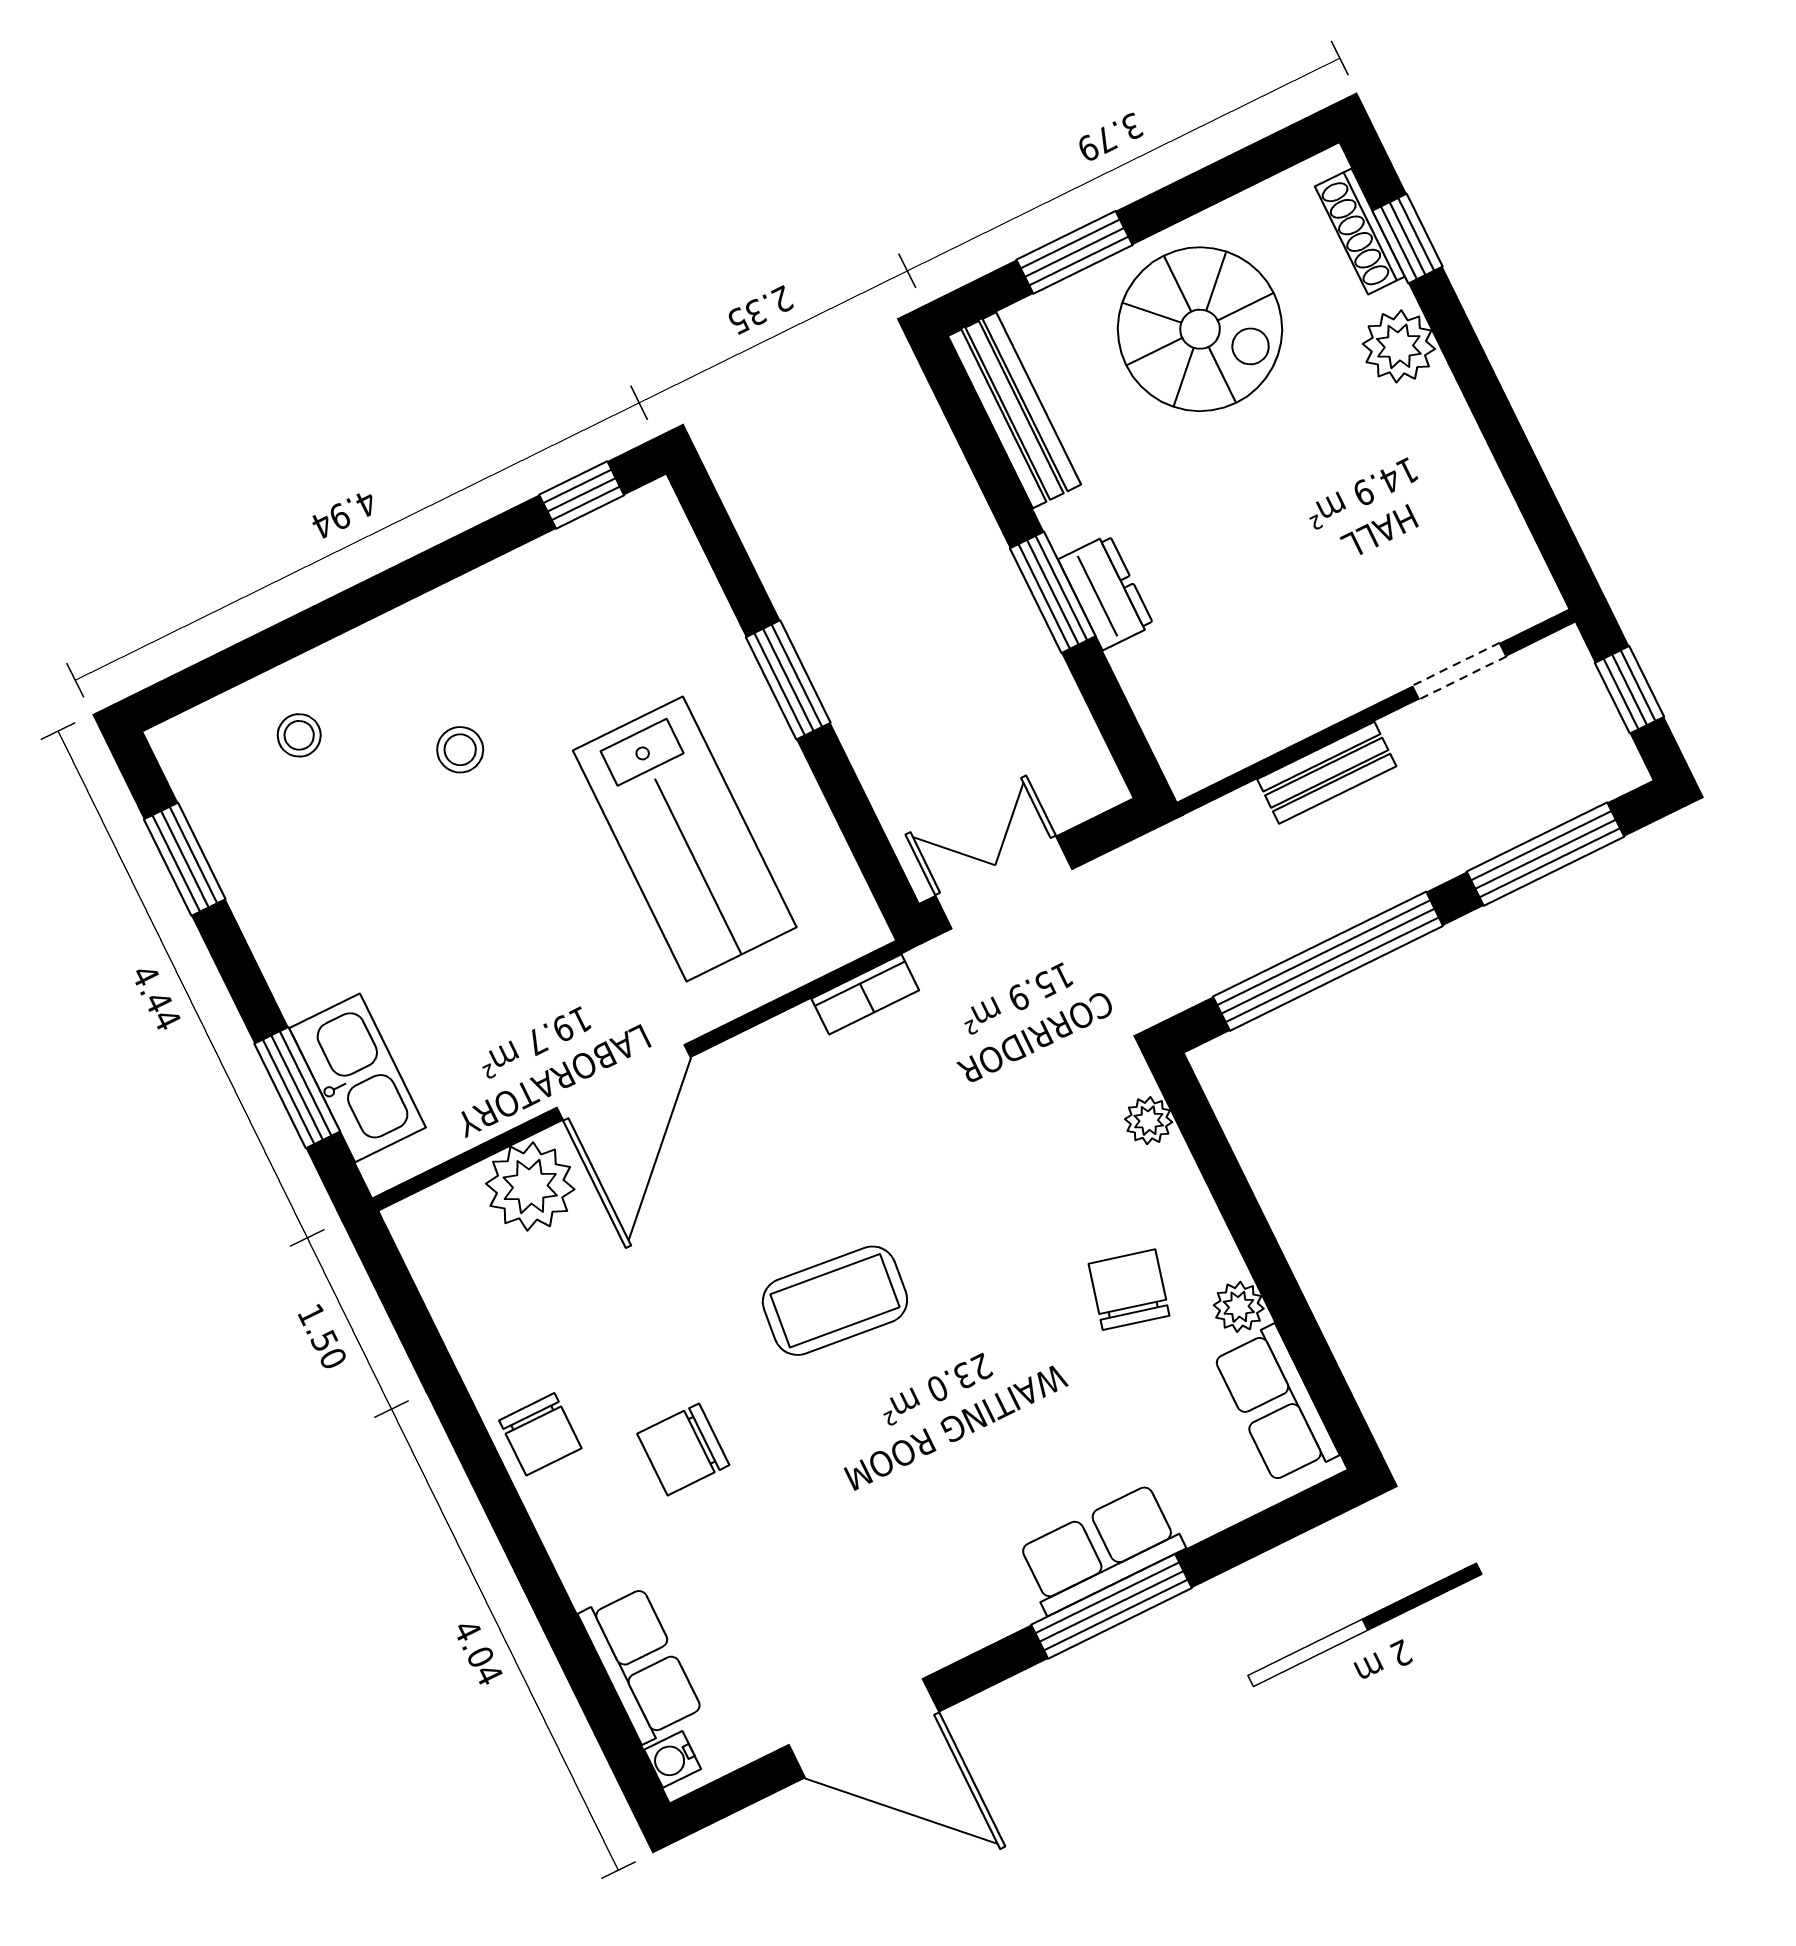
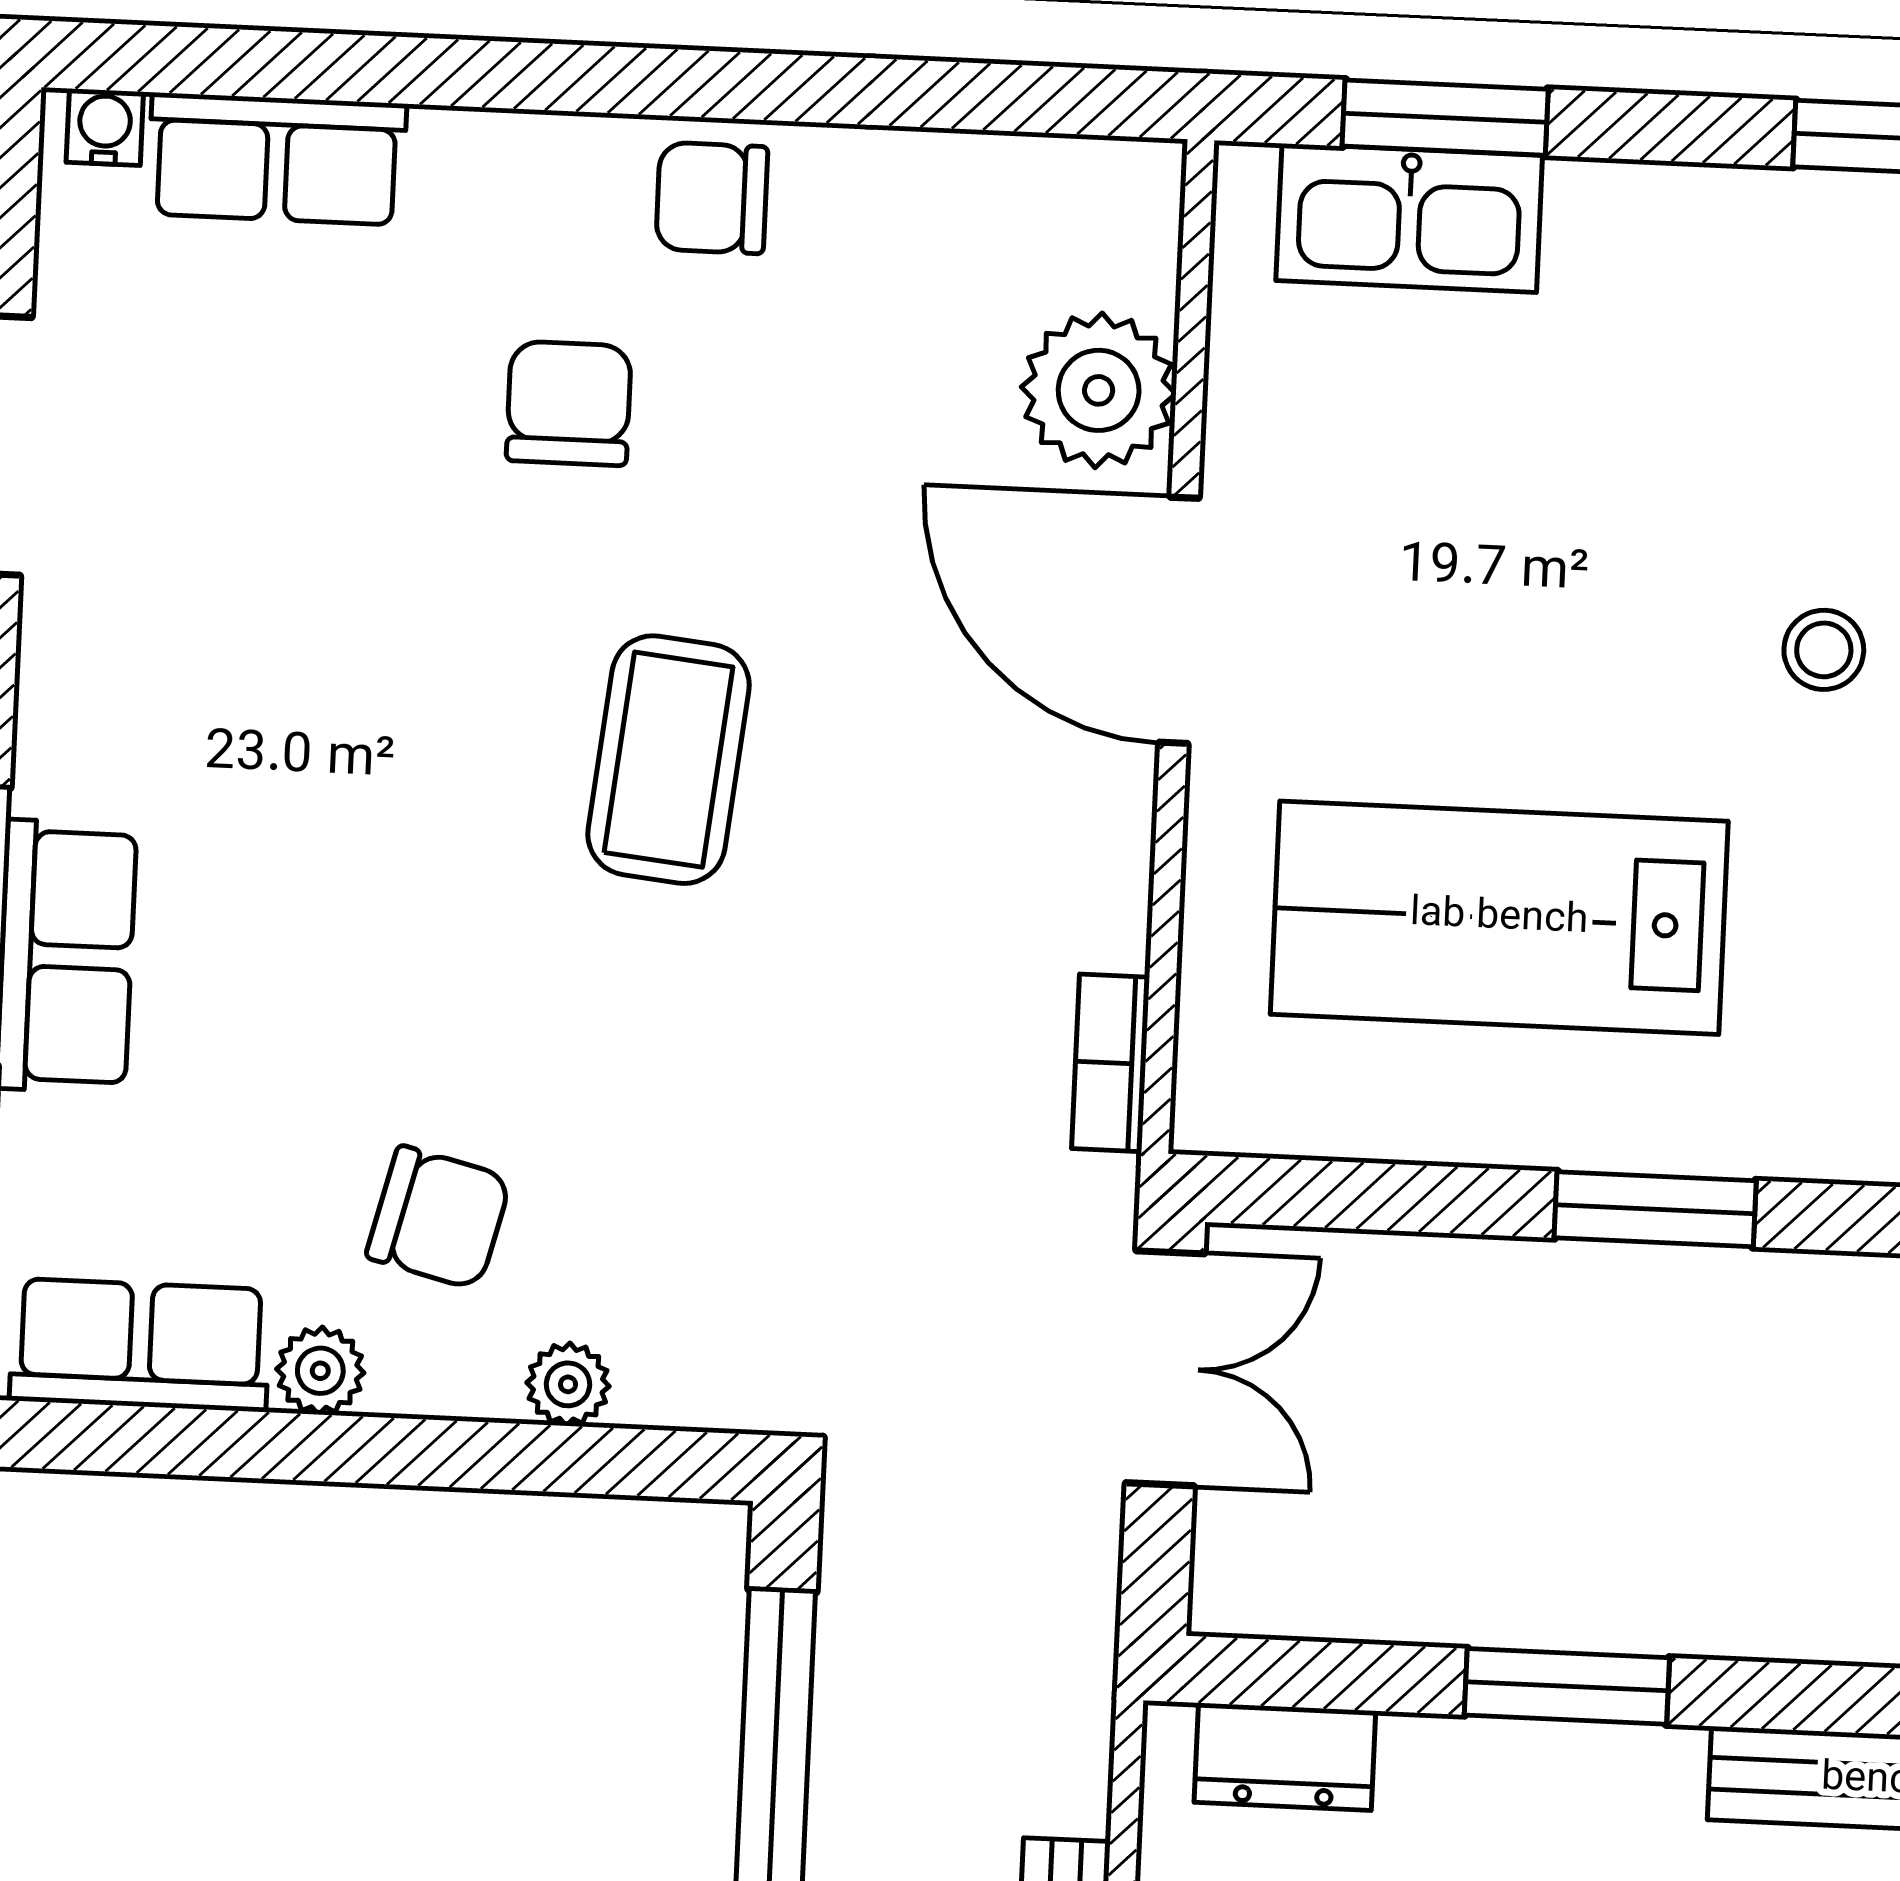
dresser: (1106, 592) -> (1285, 1757), moved
plant: (1149, 1121) -> (568, 1384), moved

